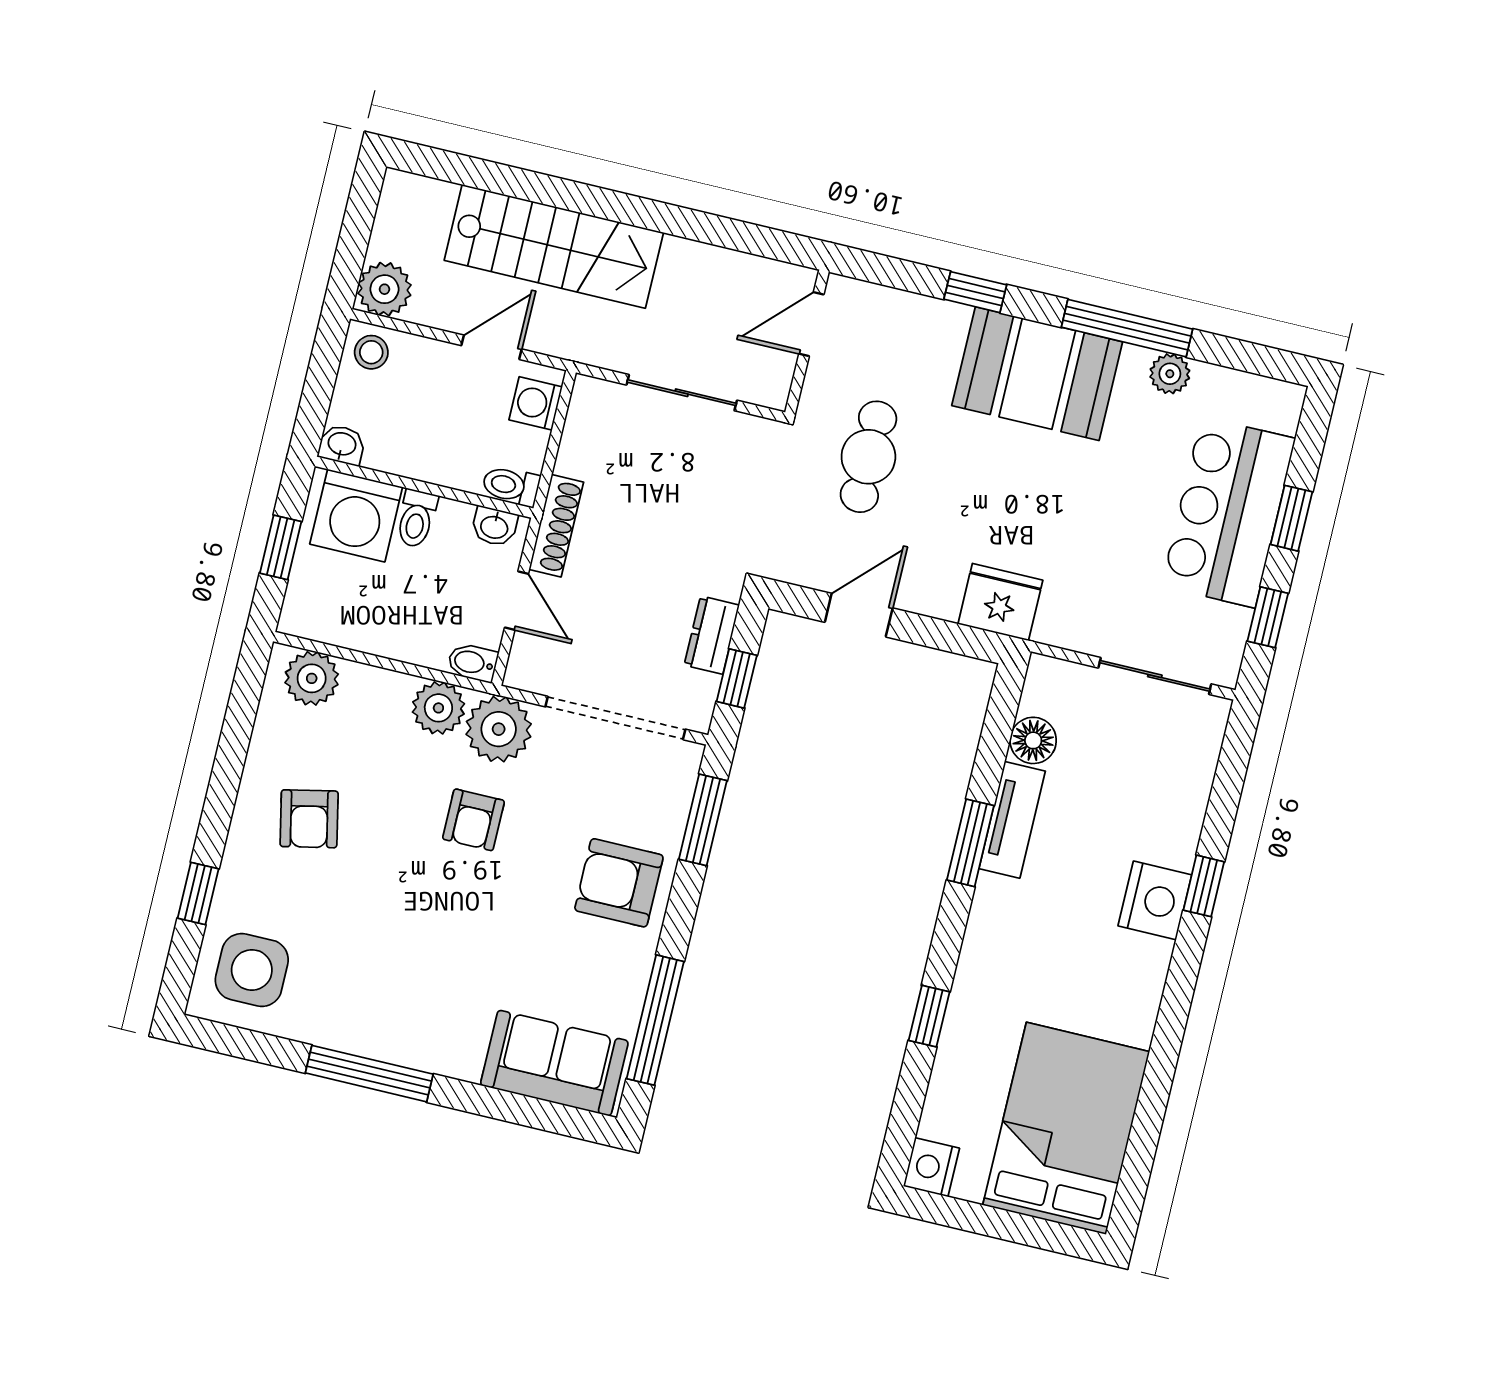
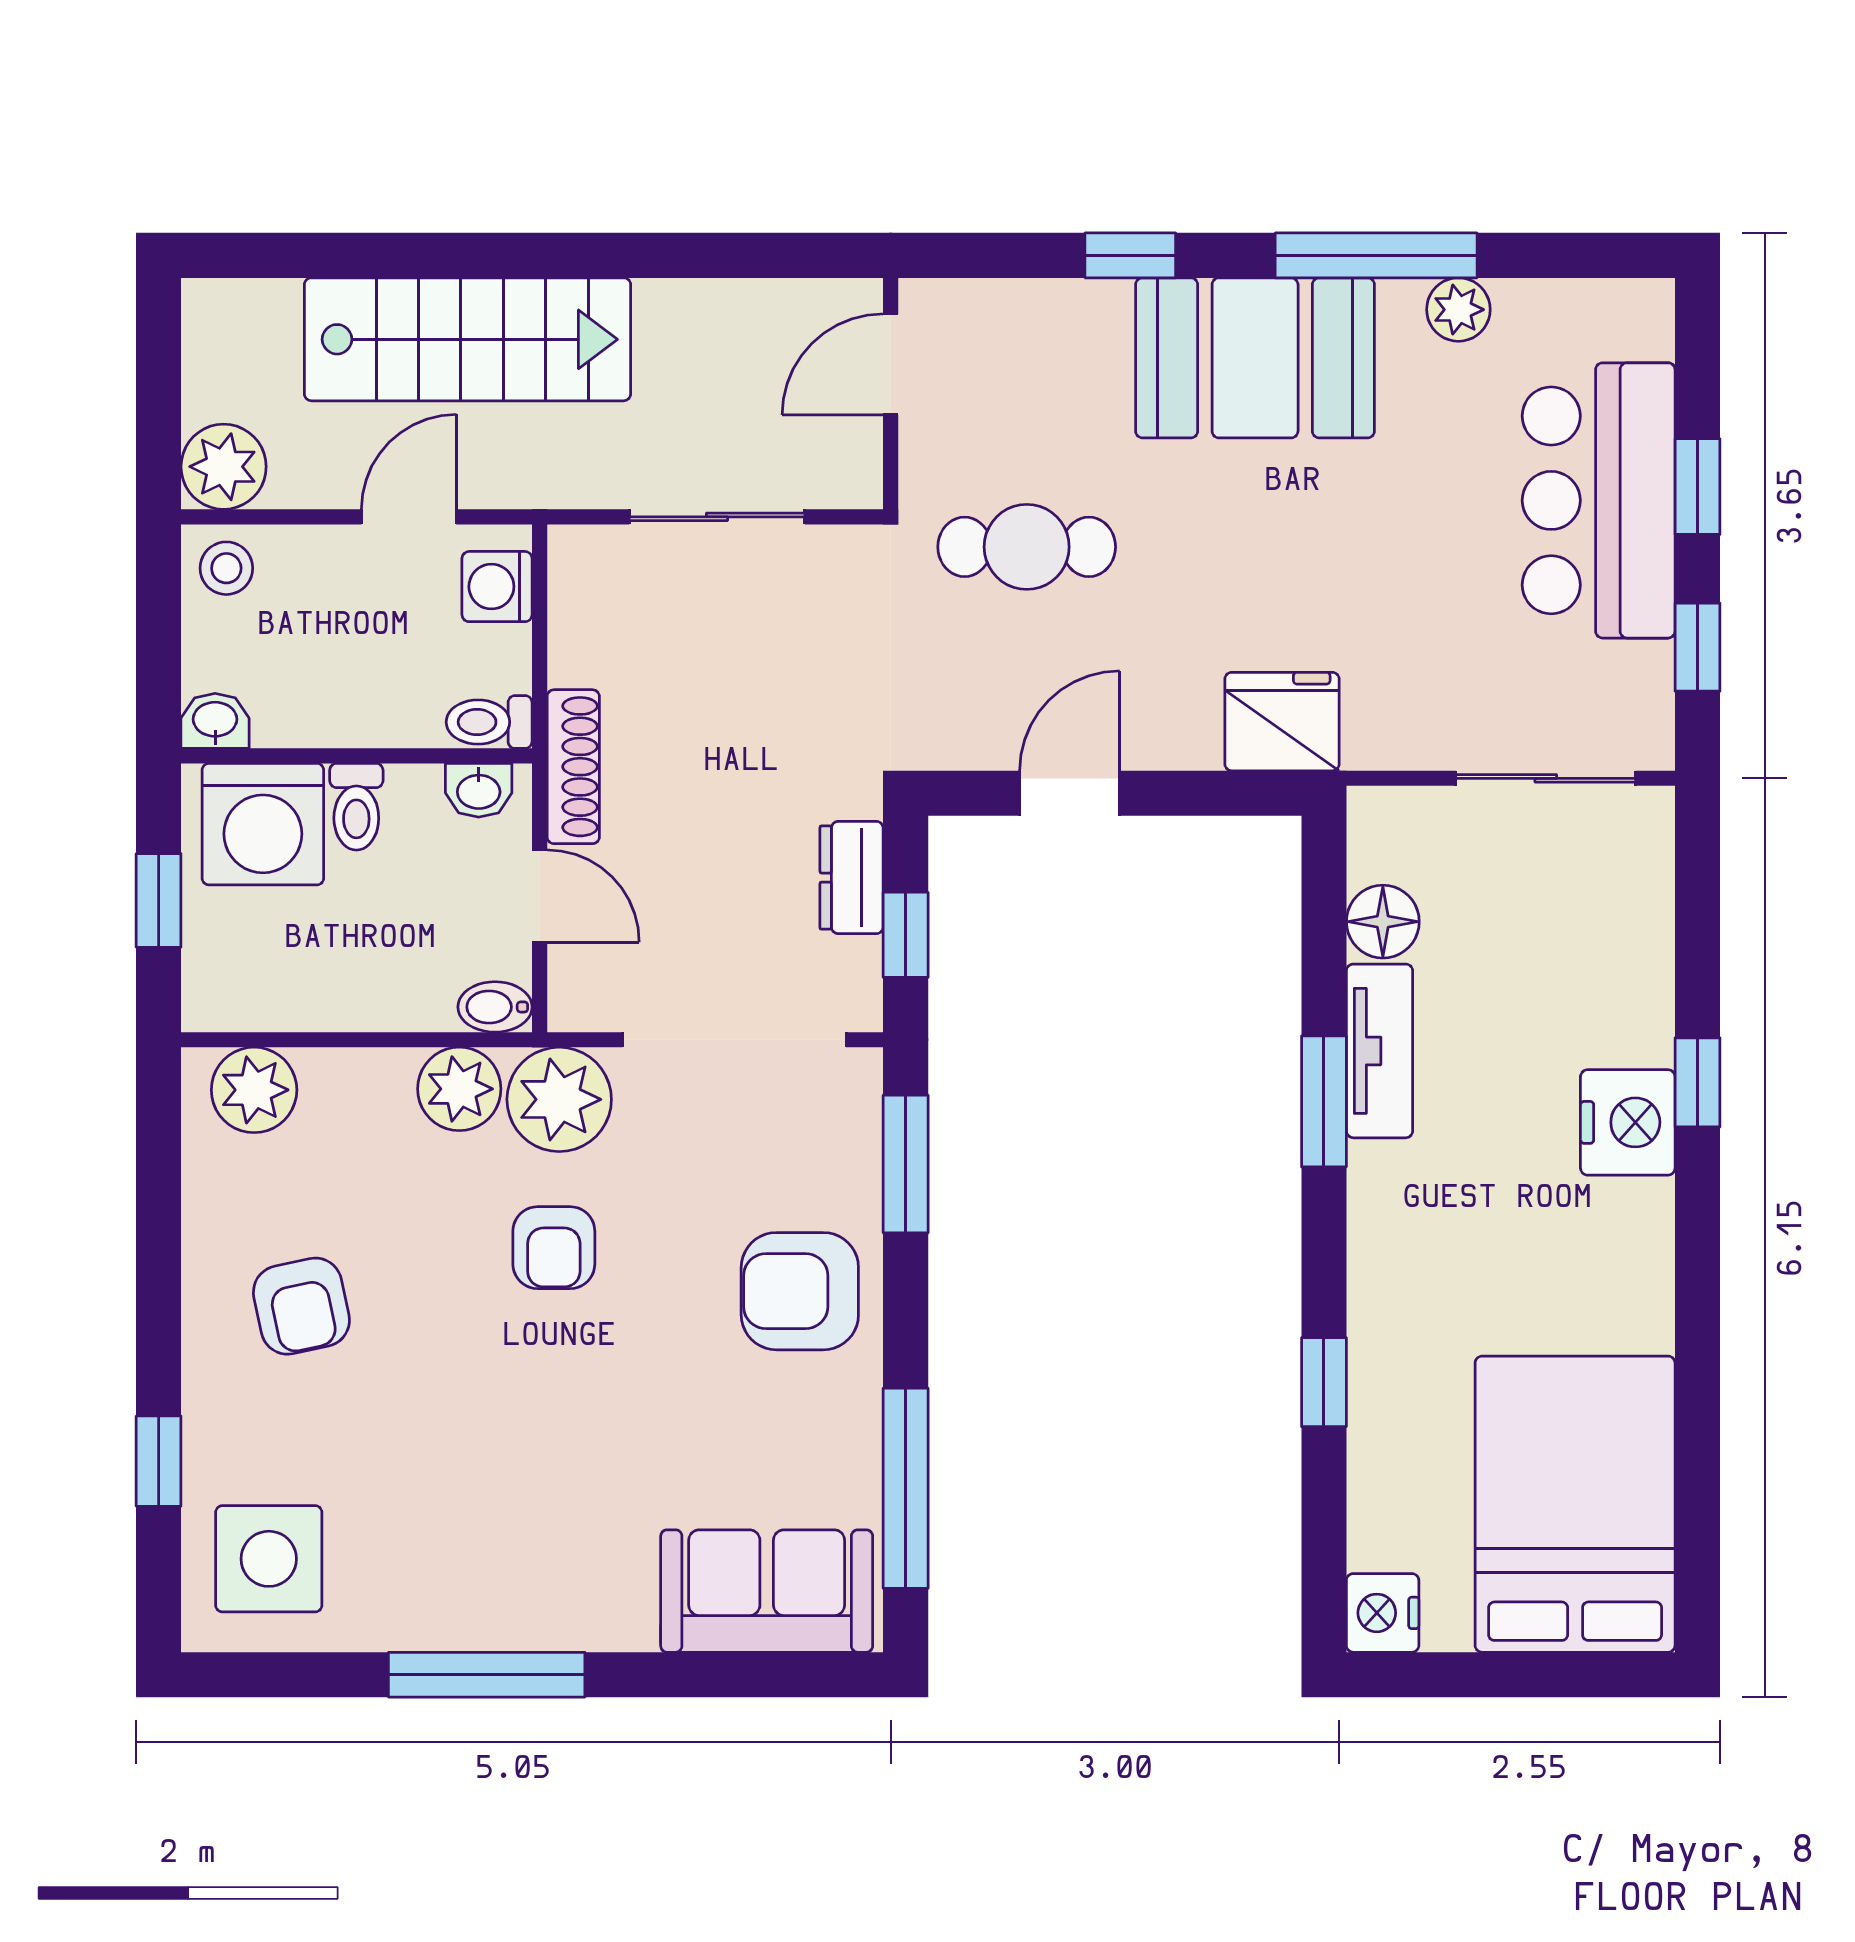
cafe table: (868, 457) -> (1027, 547), turned 90

